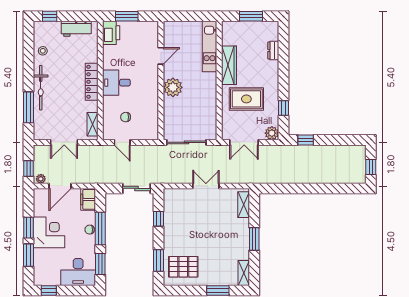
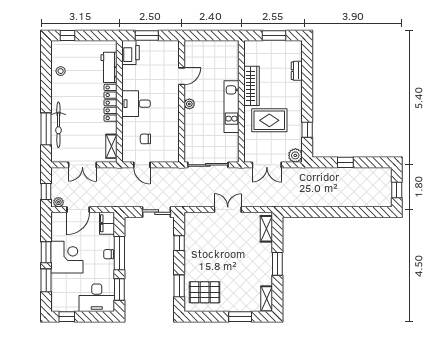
workbench: (76, 29) -> (109, 67), moved, turned 90
kitchen unit: (210, 46) -> (231, 107), moved
plant: (173, 87) -> (189, 104), width x0.53, depth x0.53
bicycle: (41, 88) -> (58, 125), moved
window: (306, 140) -> (345, 162), moved

